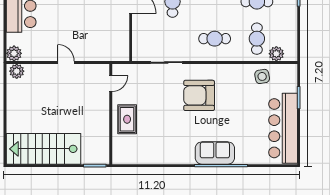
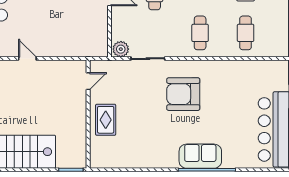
cafe table: (215, 39) -> (200, 33), turned 90
plant: (276, 54) -> (121, 49), moved
door: (66, 62) -> (27, 59), moved
side table: (262, 76) -> (251, 74), removed

